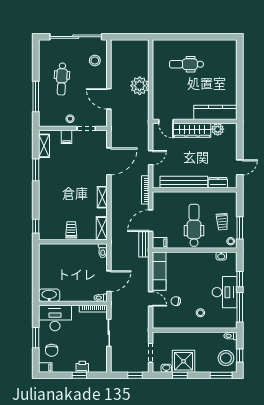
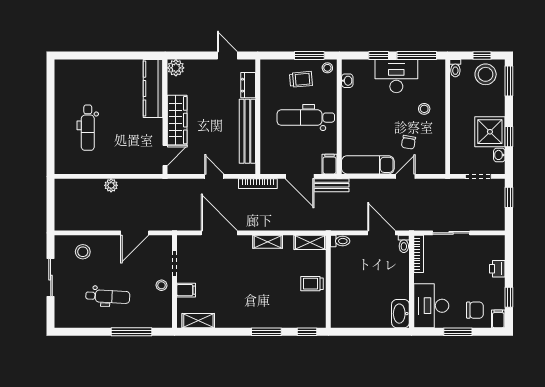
sliding door: (76, 37) -> (51, 278), width x0.54
plant: (140, 86) -> (111, 185), width x0.53, depth x0.53
plant: (218, 129) -> (176, 68), moved
window: (36, 170) -> (266, 332), moved
window: (79, 375) -> (509, 297), moved

